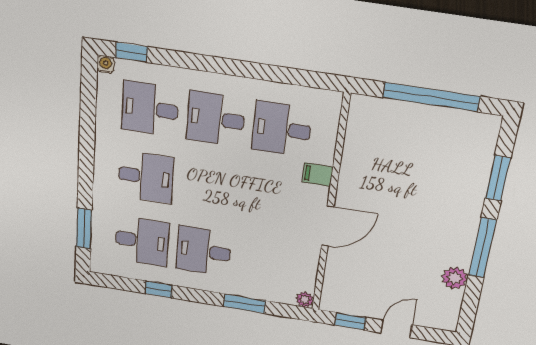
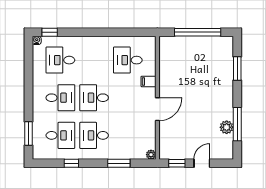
desk: (216, 119) -> (94, 98), moved
window: (482, 248) -> (237, 124), moved

